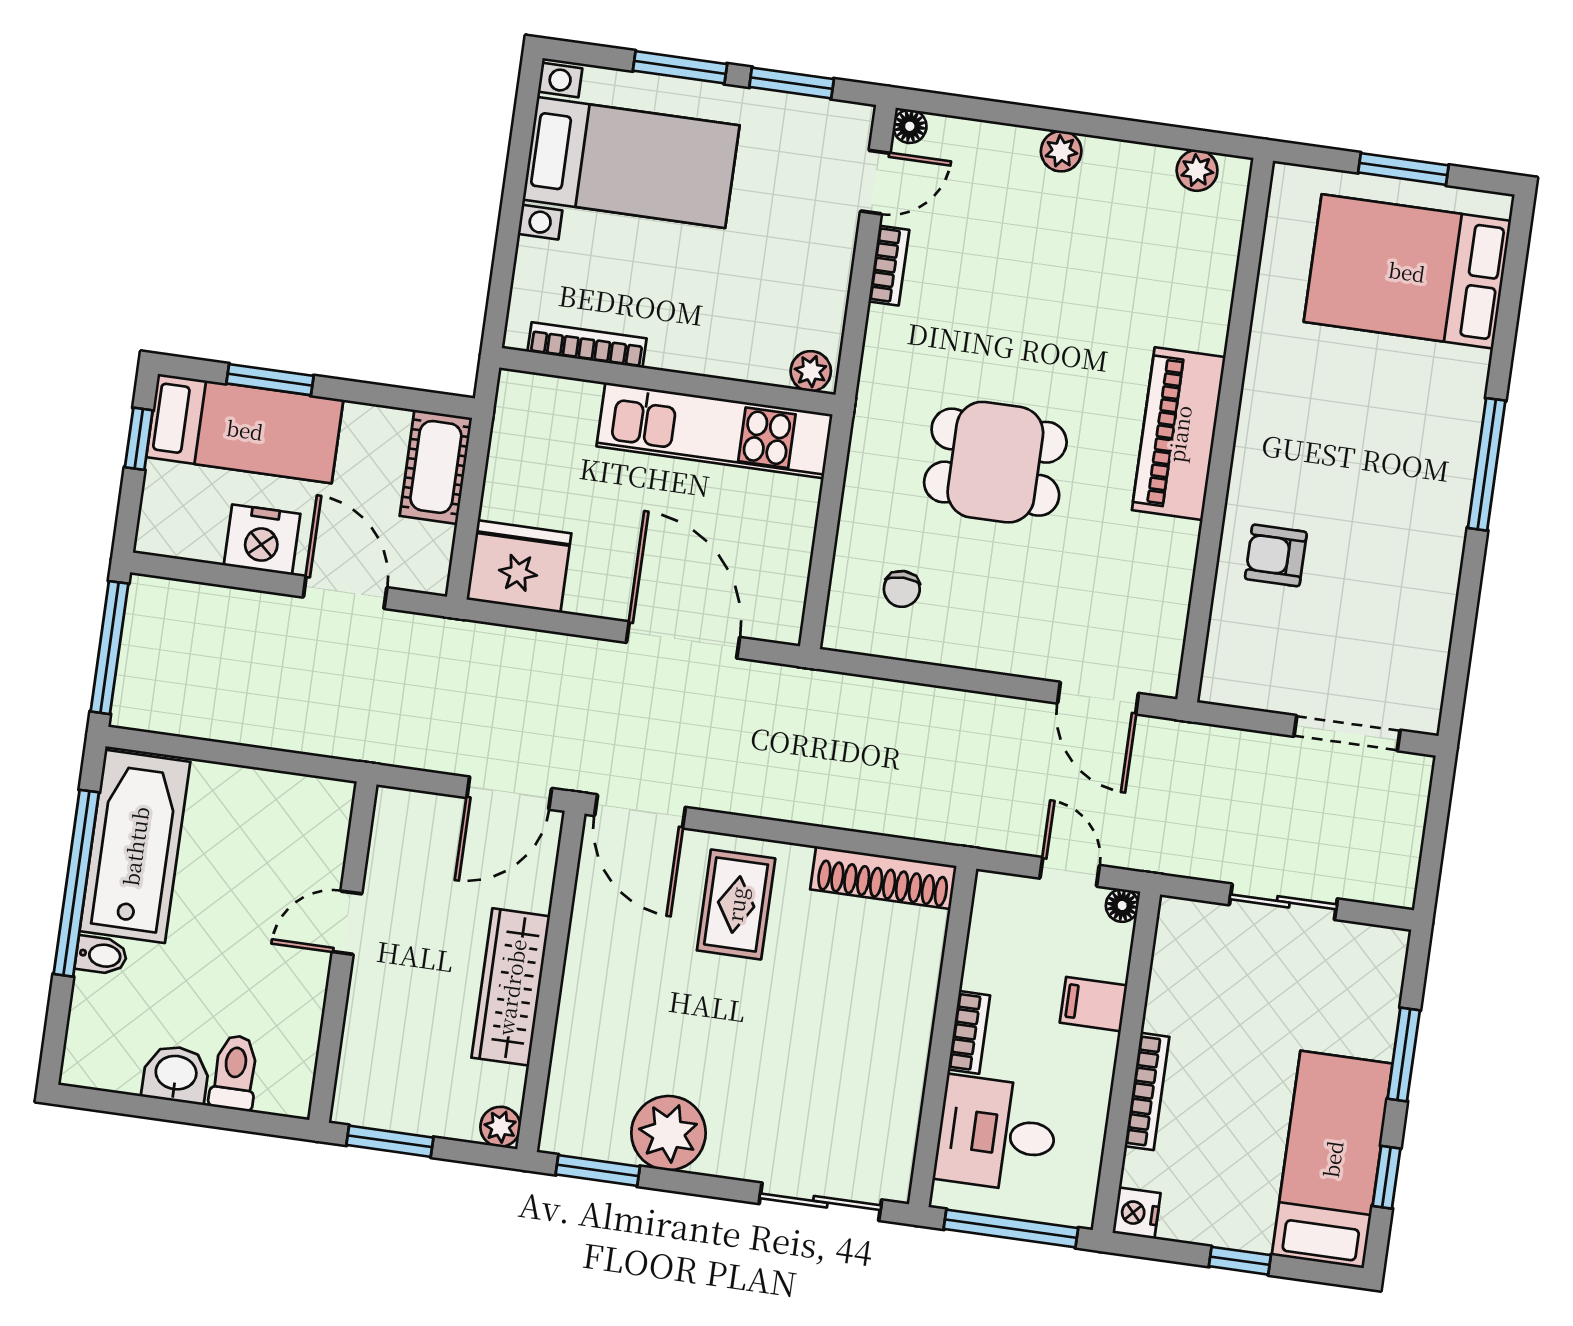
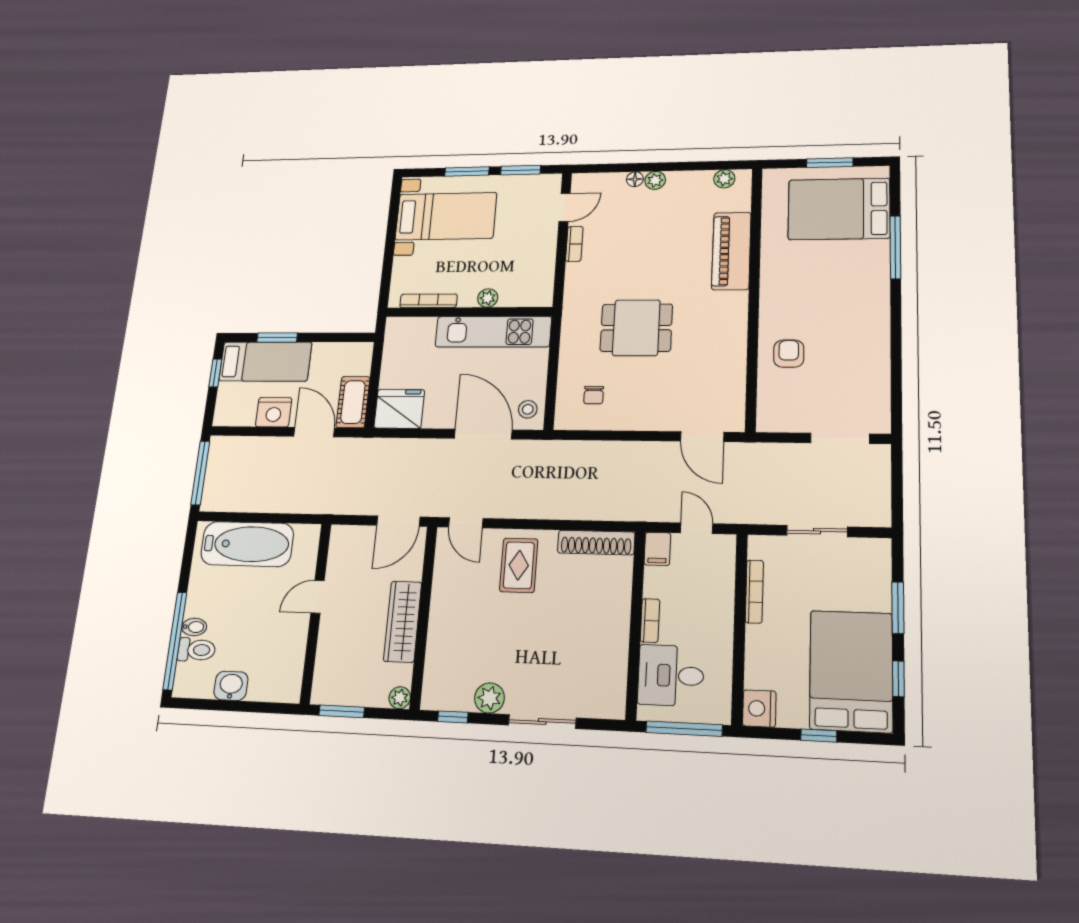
floor lamp: (910, 126) -> (635, 179), moved
plant: (811, 371) -> (488, 298), moved
piano: (1179, 434) -> (731, 251), moved
window: (1487, 464) -> (895, 247), moved
cot: (436, 467) -> (353, 402), moved
armchair: (1276, 555) -> (789, 354), turned 90
stool: (773, 601) -> (528, 409), added
door: (640, 811) -> (466, 523), width x0.73
bathtub: (135, 846) -> (247, 544), moved, turned 90
window: (76, 883) -> (175, 641), moved
floor lamp: (1122, 905) -> (727, 543), removed
filing cabinet: (1094, 1004) -> (657, 549), moved, turned -90
toilet: (235, 1073) -> (197, 650), moved, turned 90
bookcase: (1147, 1091) -> (754, 591), moved
plant: (668, 1133) -> (489, 698), width x0.73, depth x0.73
bed: (1332, 1159) -> (851, 671), width x1.50
window: (598, 1170) -> (453, 717), width x0.67
sliding door: (820, 1202) -> (542, 722), moved
nightstand: (1137, 1213) -> (759, 709), width x1.36, depth x1.33

